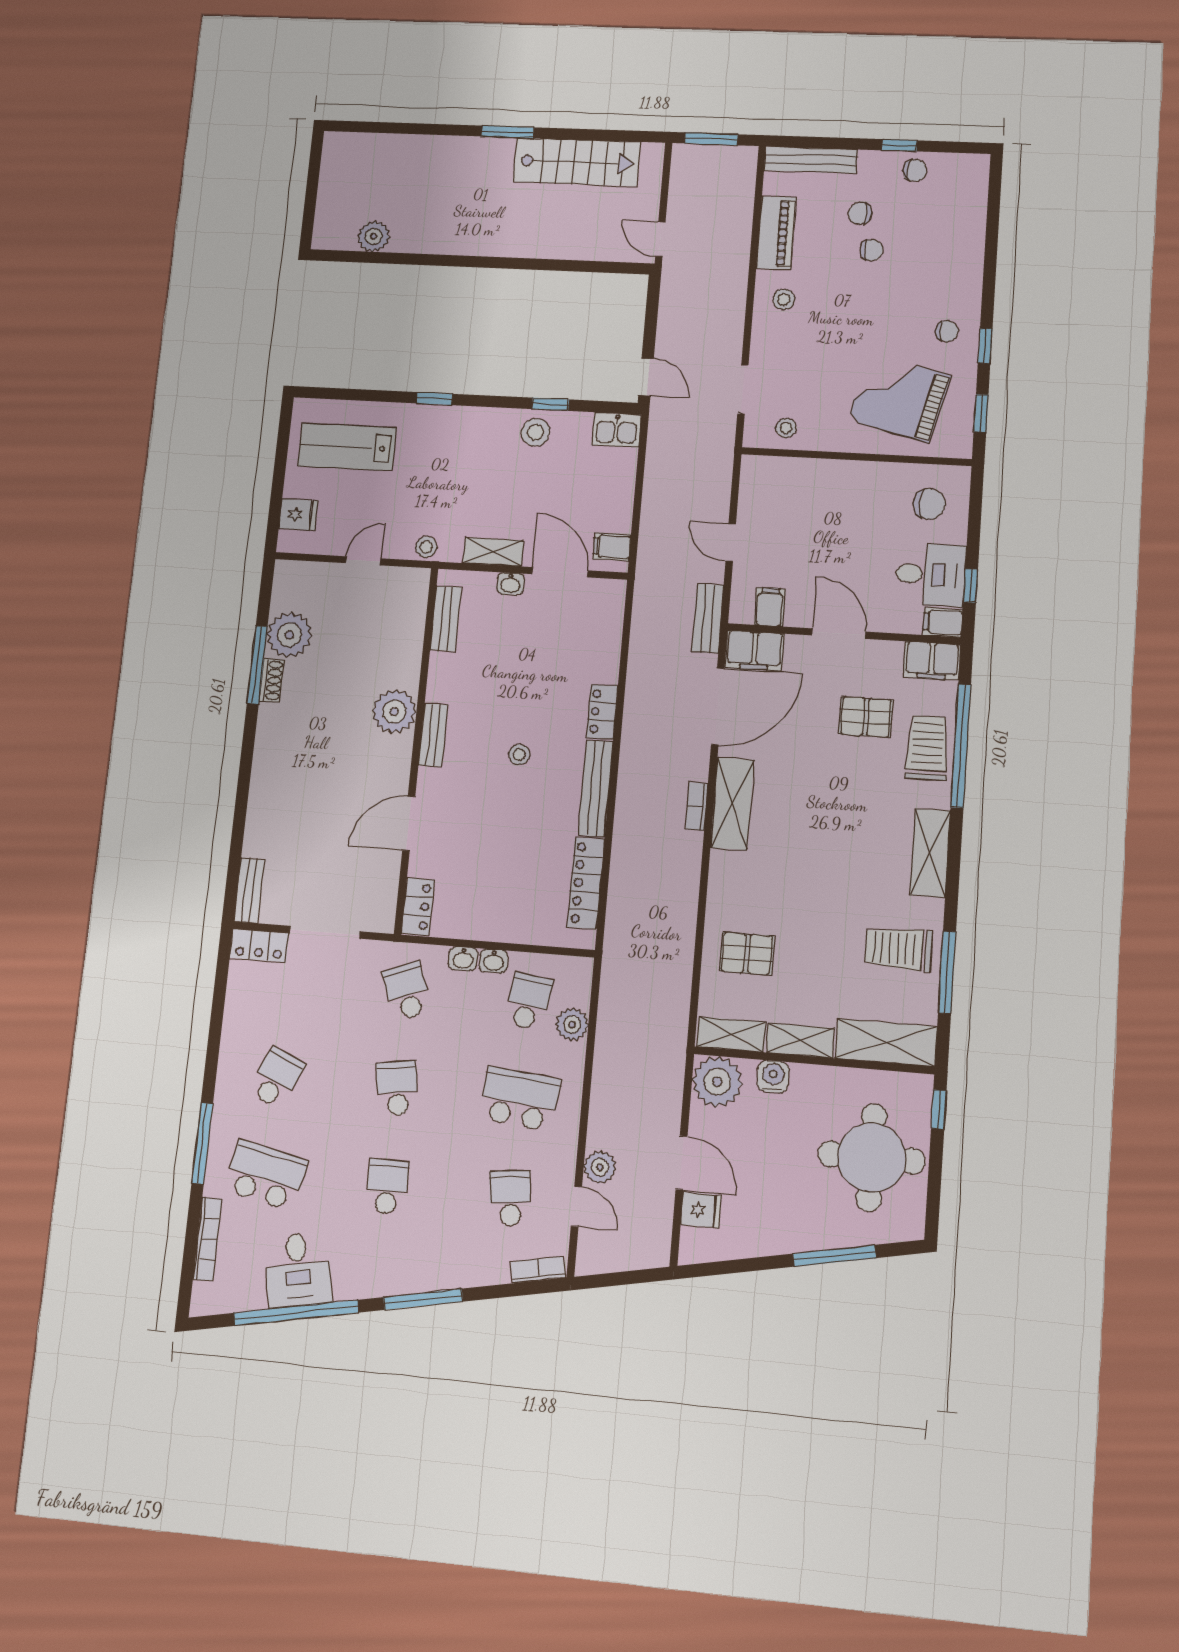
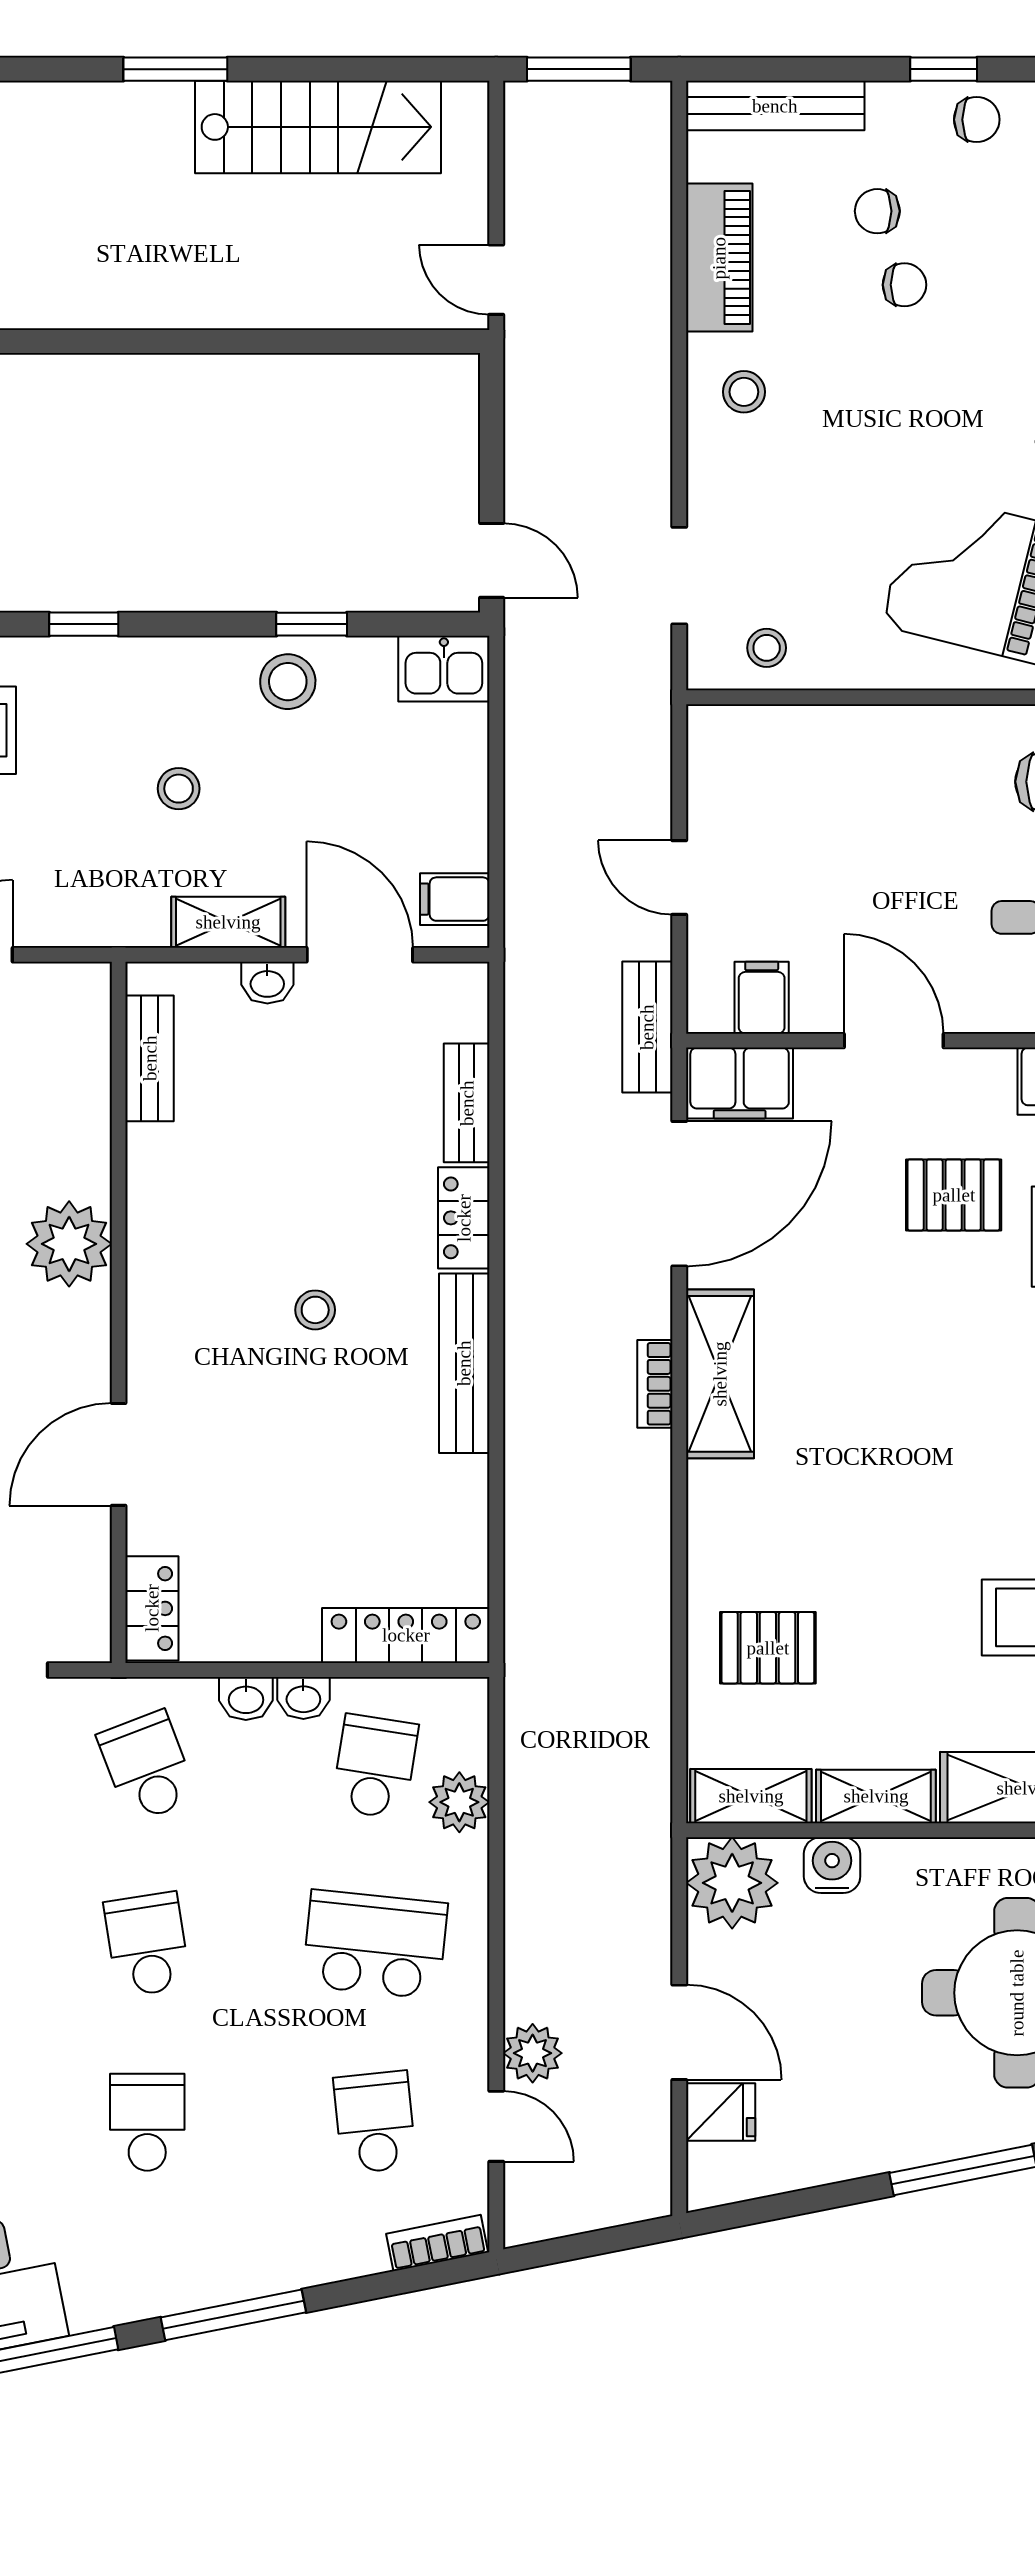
stool: (426, 547) -> (179, 789), moved
bench: (433, 735) -> (467, 1103), moved
locker: (586, 883) -> (406, 1635), moved, turned 90

